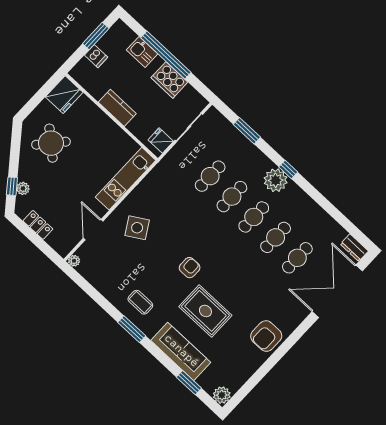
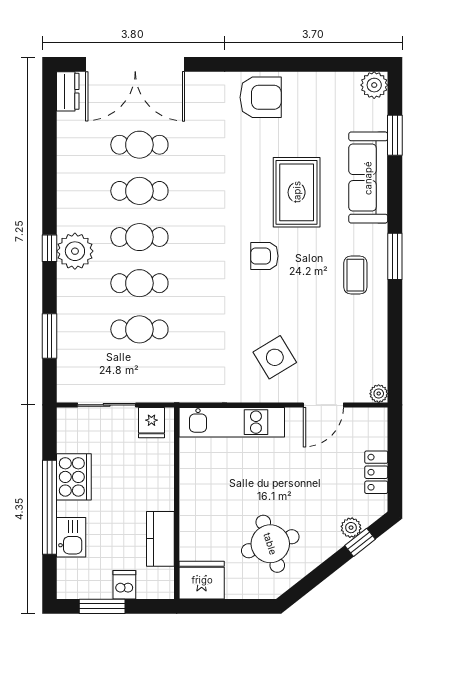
kitchen counter: (117, 108) -> (160, 539), moved
round table: (51, 143) -> (270, 544), turned 31

